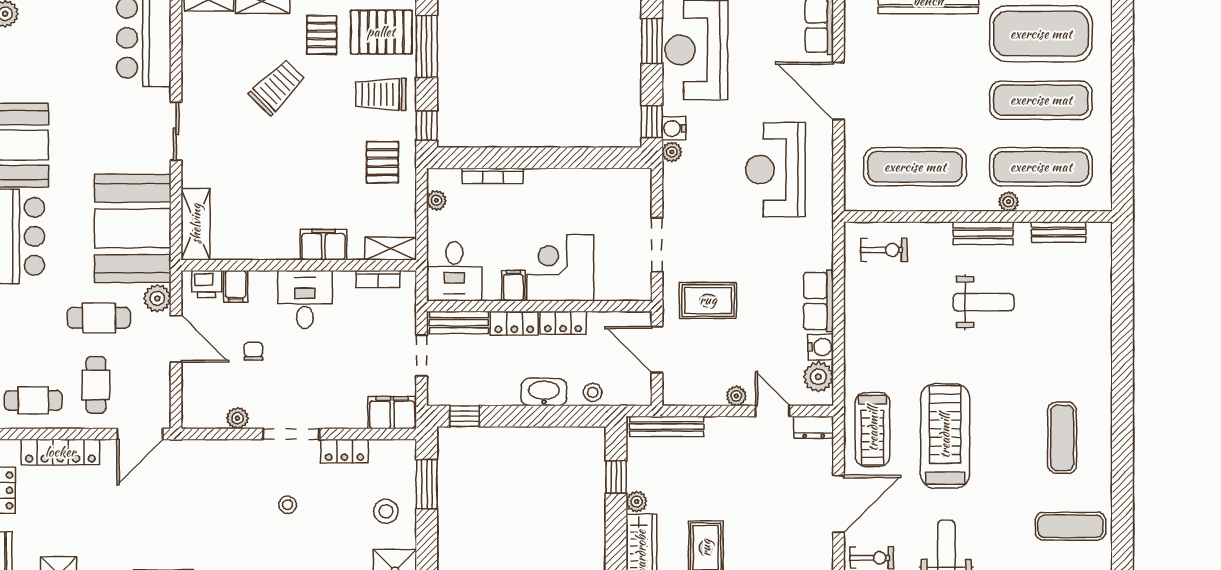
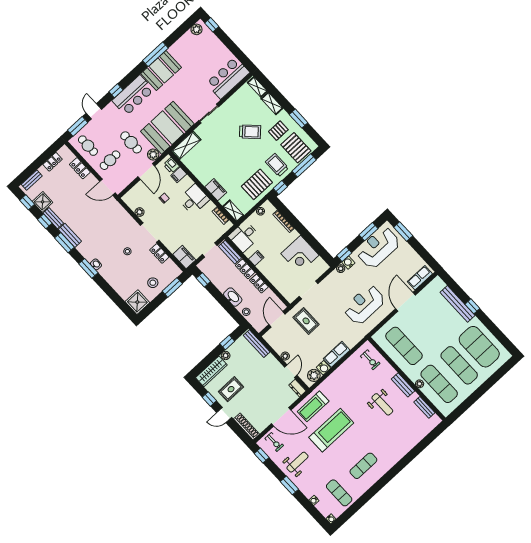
pallet: (382, 162) -> (257, 184), width x1.50, depth x1.42
corner desk: (560, 268) -> (300, 254), moved, turned 180
locker: (60, 452) -> (80, 168), width x0.66

